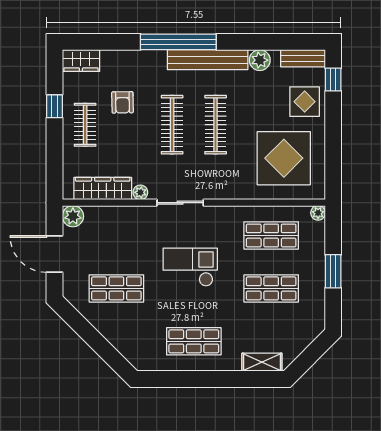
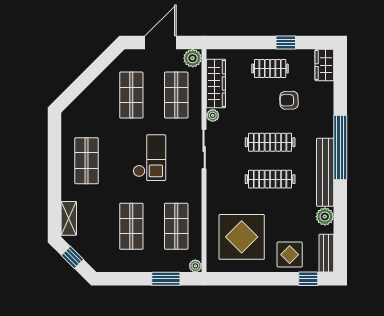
shop shelf: (116, 235) -> (176, 95), added
window: (333, 271) -> (166, 279), moved
window: (308, 358) -> (72, 257), added

